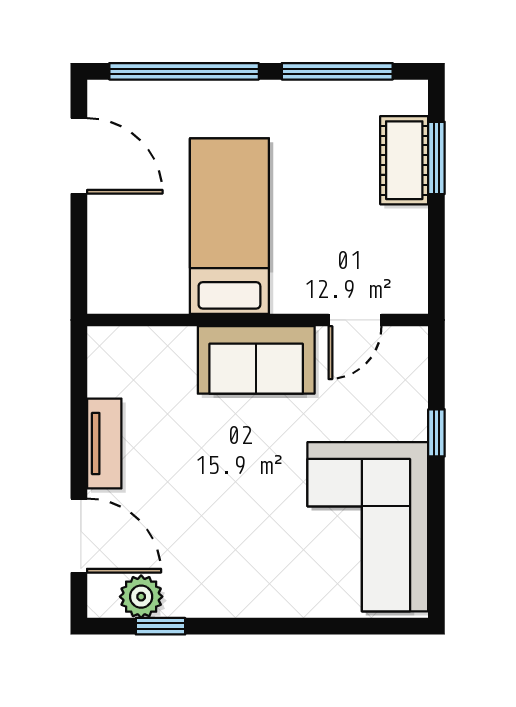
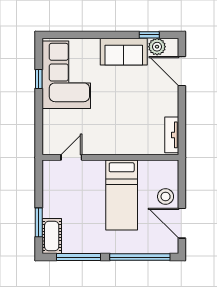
cot: (404, 160) -> (52, 236), moved
stool: (120, 222) -> (166, 197), added
sofa: (256, 360) -> (124, 52), moved, turned 180
window: (436, 433) -> (39, 79), moved
tv unit: (104, 444) -> (172, 135), moved

